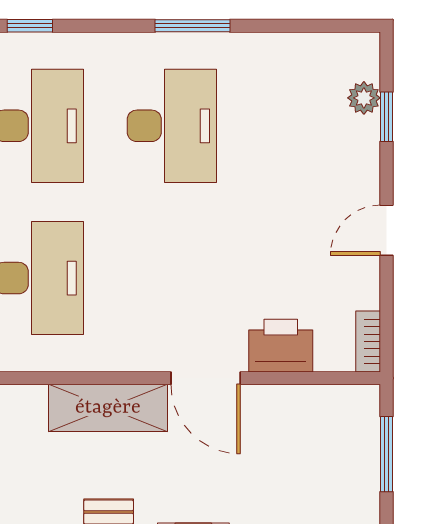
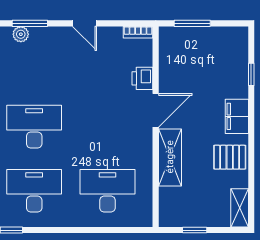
window: (386, 117) -> (30, 23), width x1.50
printer: (281, 346) -> (142, 78), width x0.73, depth x0.81

